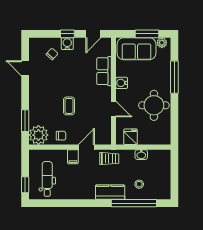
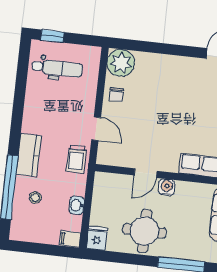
water cooler: (122, 83) -> (167, 187), moved
coffee table: (69, 106) -> (157, 111), removed
window: (25, 121) -> (143, 46), removed
fridge: (131, 137) -> (97, 238), moved, turned -90
filing cabinet: (73, 157) -> (70, 239), moved

